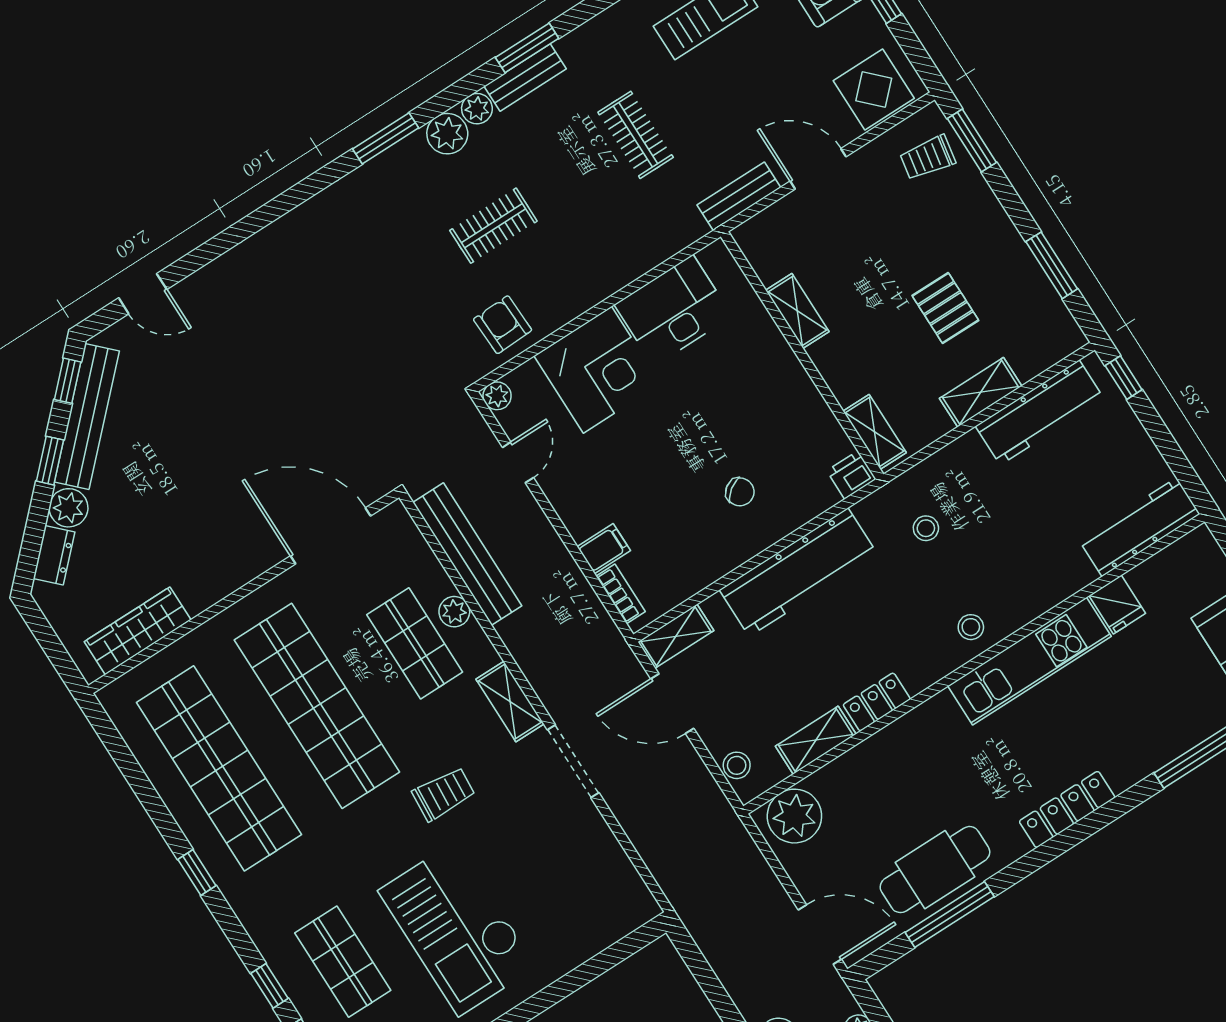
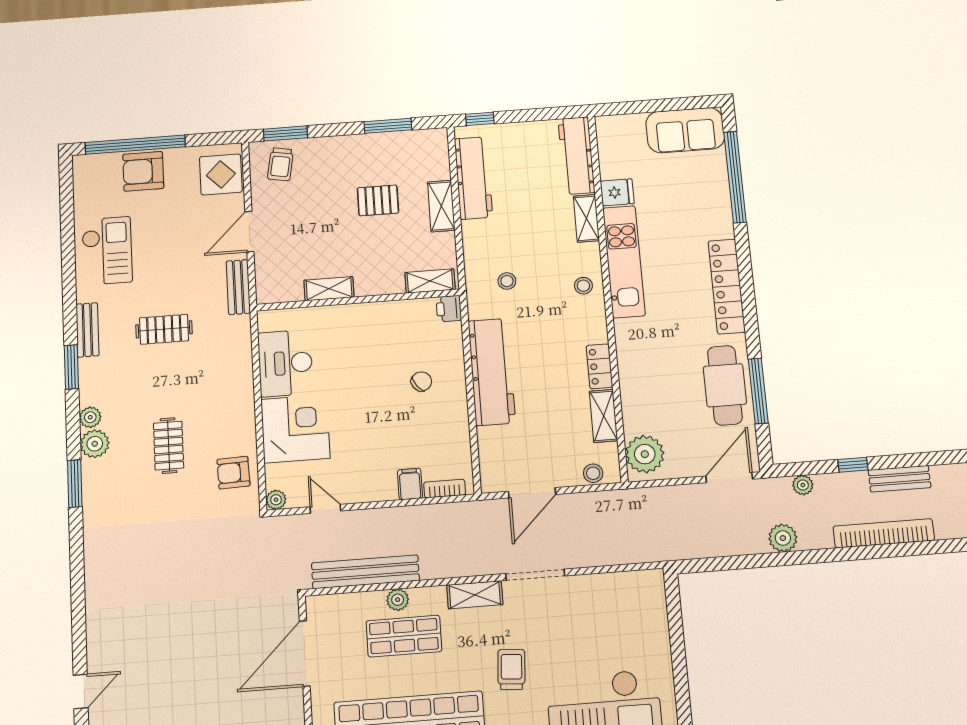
bench: (525, 78) -> (87, 330), moved
shelving: (676, 636) -> (586, 218), moved
locker: (1067, 809) -> (727, 286), width x1.41, depth x1.21

